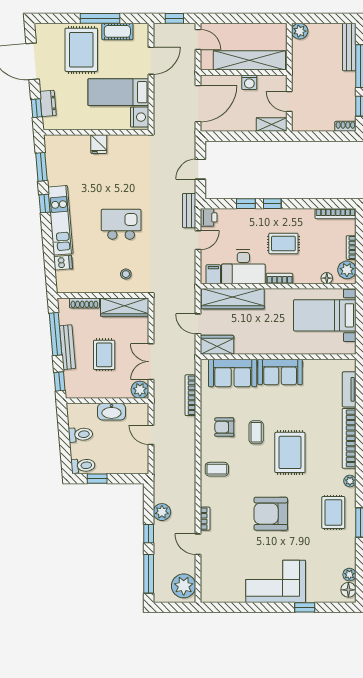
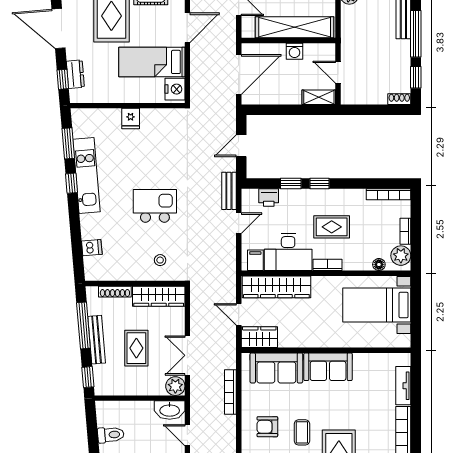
printer: (209, 217) -> (269, 198), moved, turned 90
kitchen unit: (60, 220) -> (87, 176), moved
washbasin: (111, 412) -> (170, 410), moved

